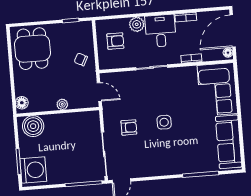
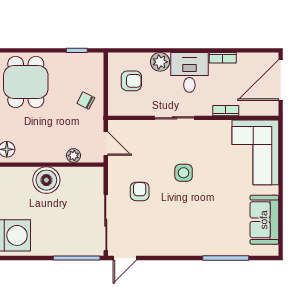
floor lamp: (228, 53) -> (273, 107), removed
plant: (62, 104) -> (74, 156), moved
side table: (164, 122) -> (184, 173), moved
boiler: (33, 126) -> (46, 180), moved
armchair: (129, 127) -> (140, 191), turned -90
sofa: (229, 142) -> (264, 220), width x0.73

